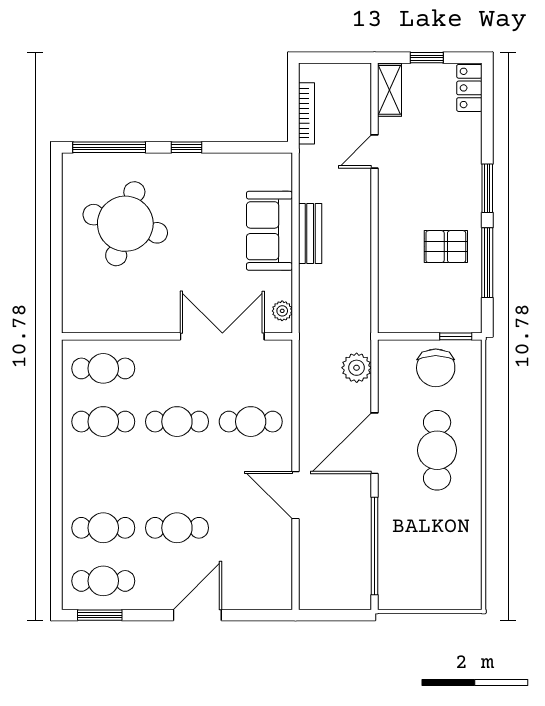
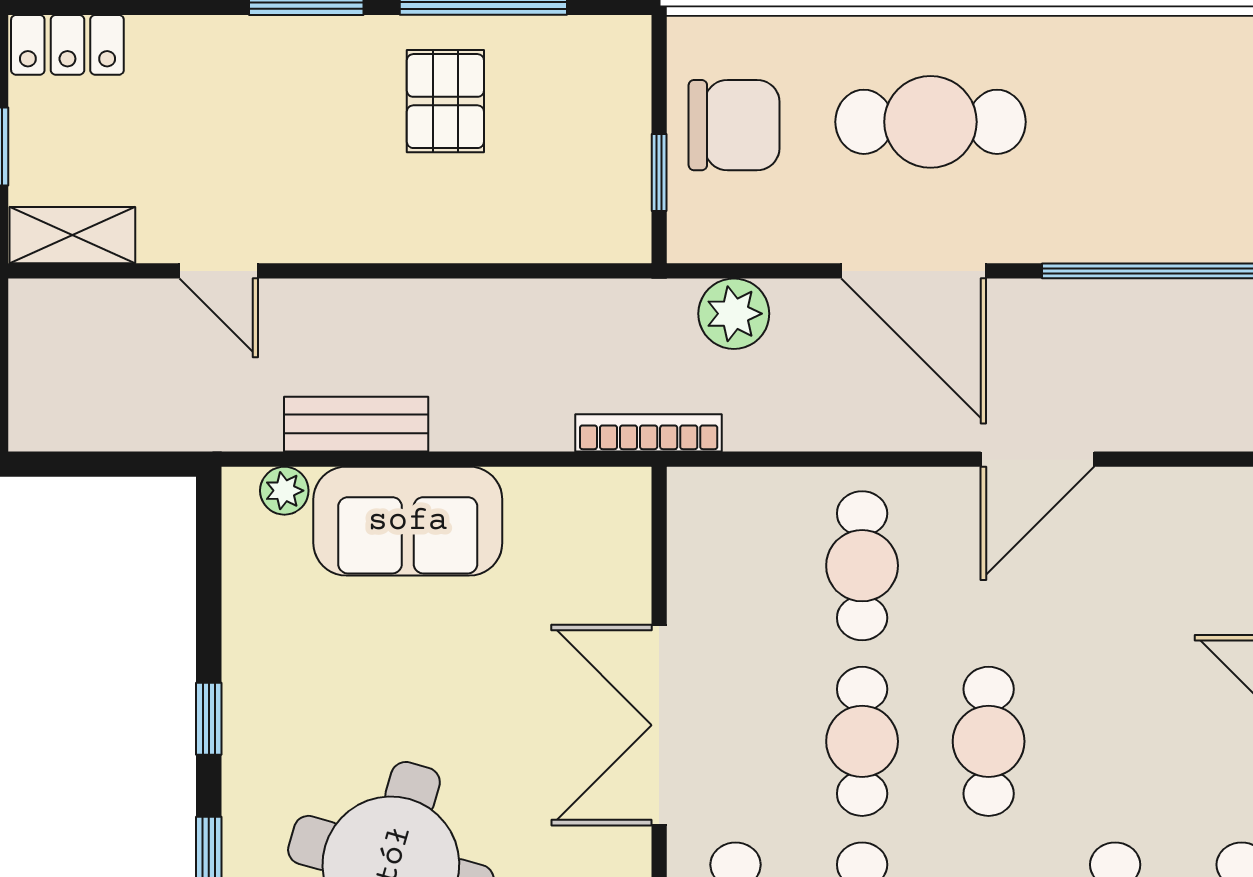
bookcase: (307, 113) -> (649, 433), moved
bench: (310, 234) -> (356, 424), moved
plant: (282, 311) -> (284, 491), moved
double door: (222, 336) -> (659, 725), moved
window: (456, 336) -> (659, 172), moved
cafe table: (177, 528) -> (989, 741), moved

